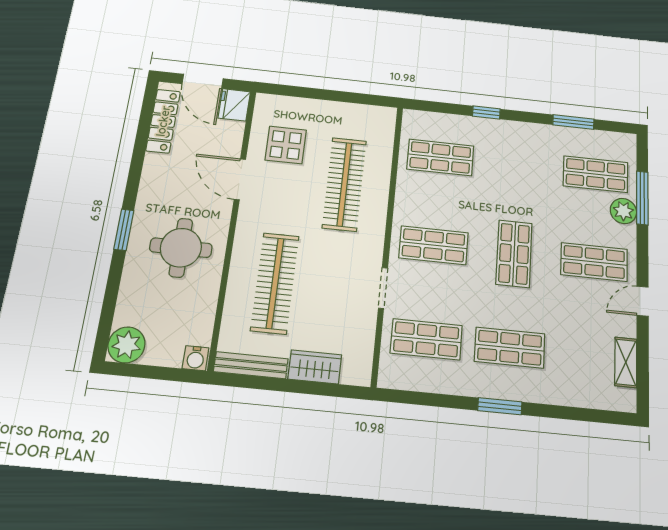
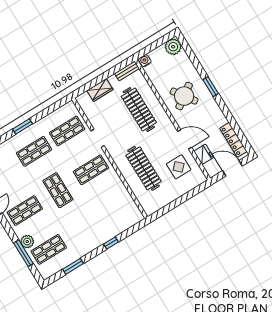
fridge: (234, 105) -> (204, 154), moved
shop shelf: (440, 157) -> (115, 209), removed
round table: (181, 248) -> (184, 96), turned -35
bench: (251, 365) -> (127, 71), width x0.73

